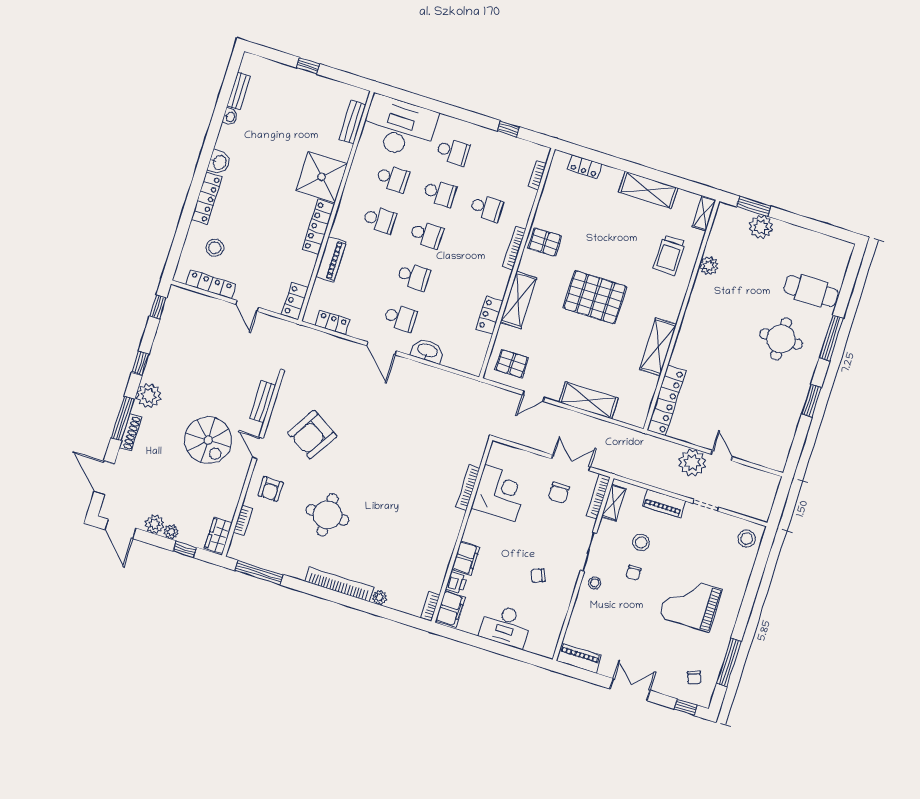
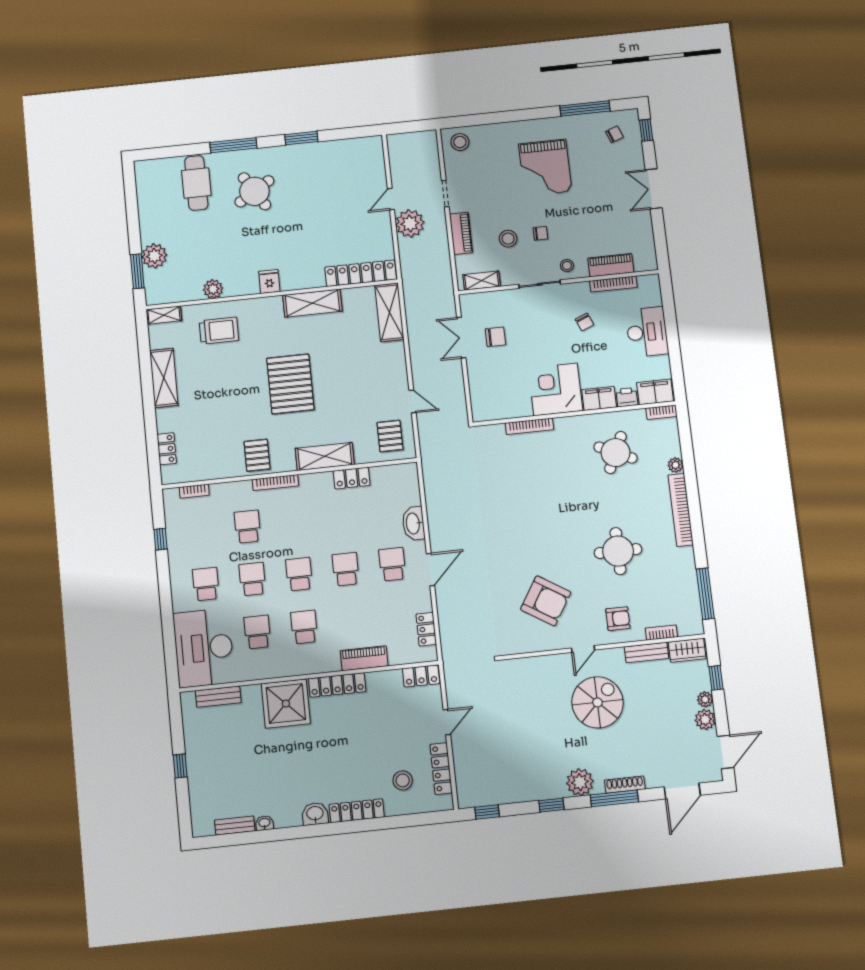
fridge: (694, 318) -> (269, 281), added
round table: (781, 339) -> (254, 191), turned -32
shelving: (588, 400) -> (389, 312), moved
bench: (263, 402) -> (646, 653), moved
corner desk: (500, 493) -> (556, 389), moved
bookcase: (598, 496) -> (613, 284), moved
round table: (413, 551) -> (615, 453), added
piano: (579, 658) -> (611, 265), moved, turned 90

